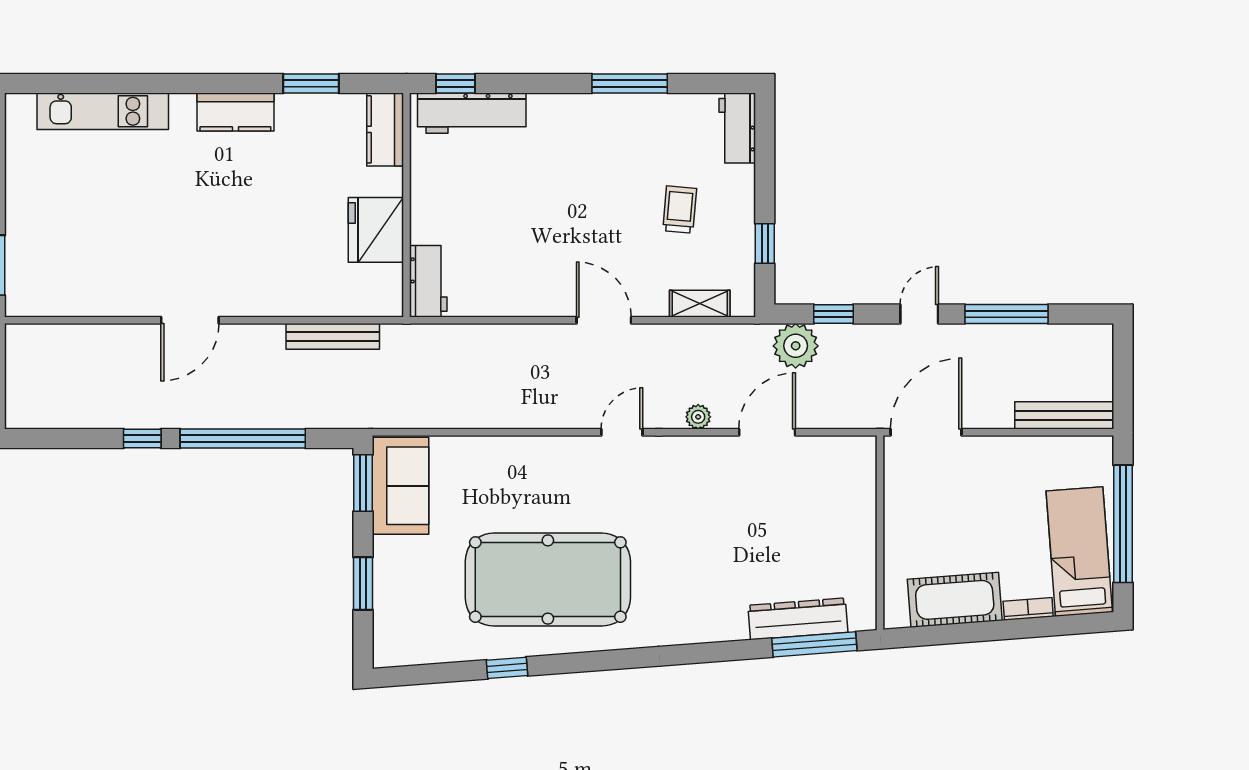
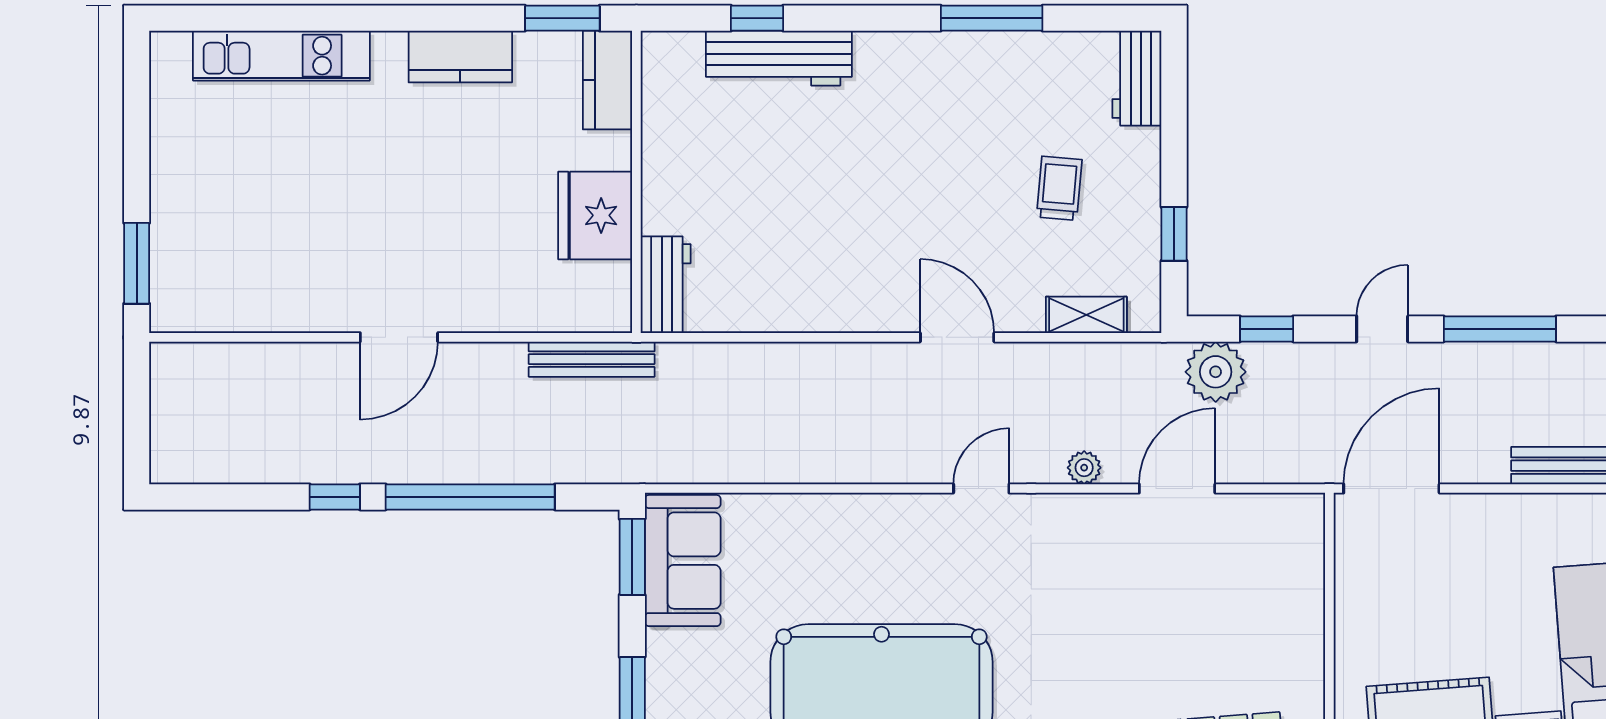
kitchen counter: (385, 129) -> (608, 80), moved
wall: (407, 205) -> (636, 182), moved
fridge: (376, 230) -> (595, 215), moved
workbench: (428, 281) -> (666, 285), moved

